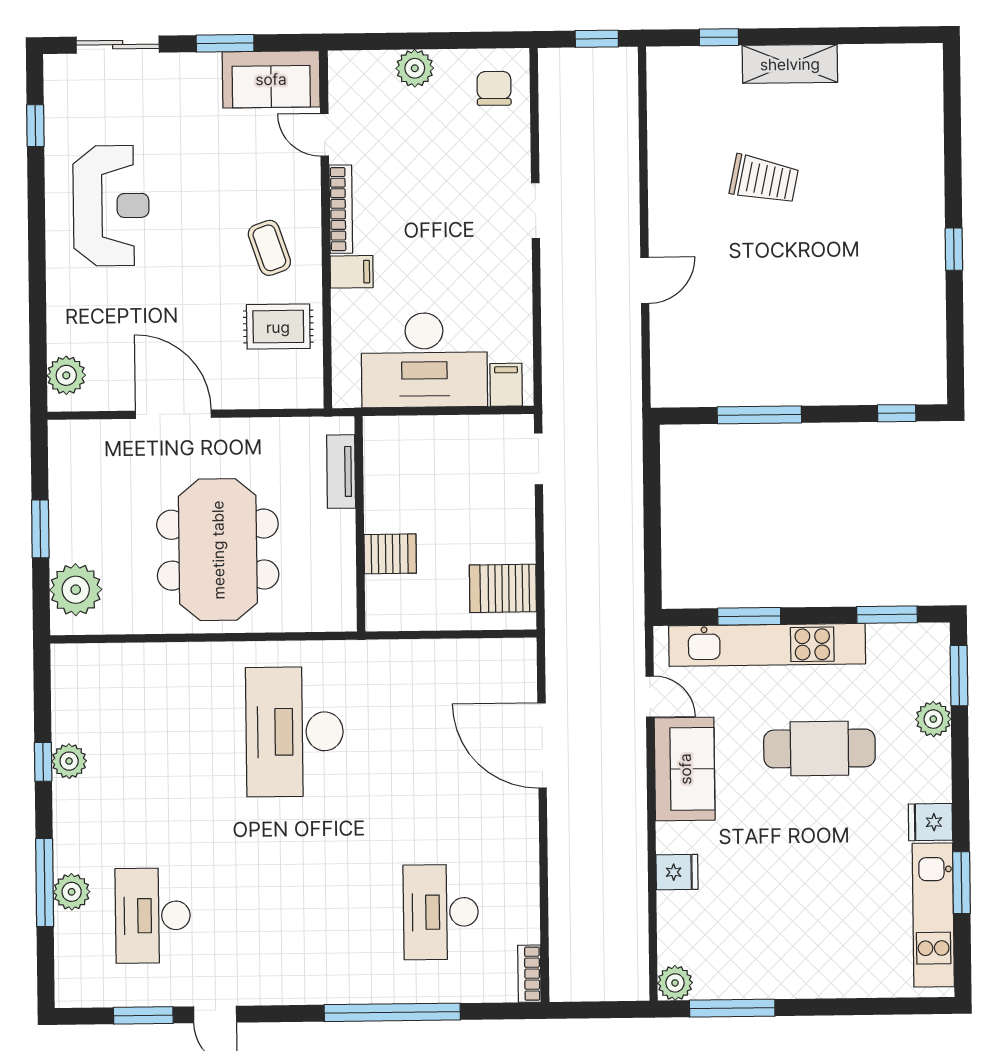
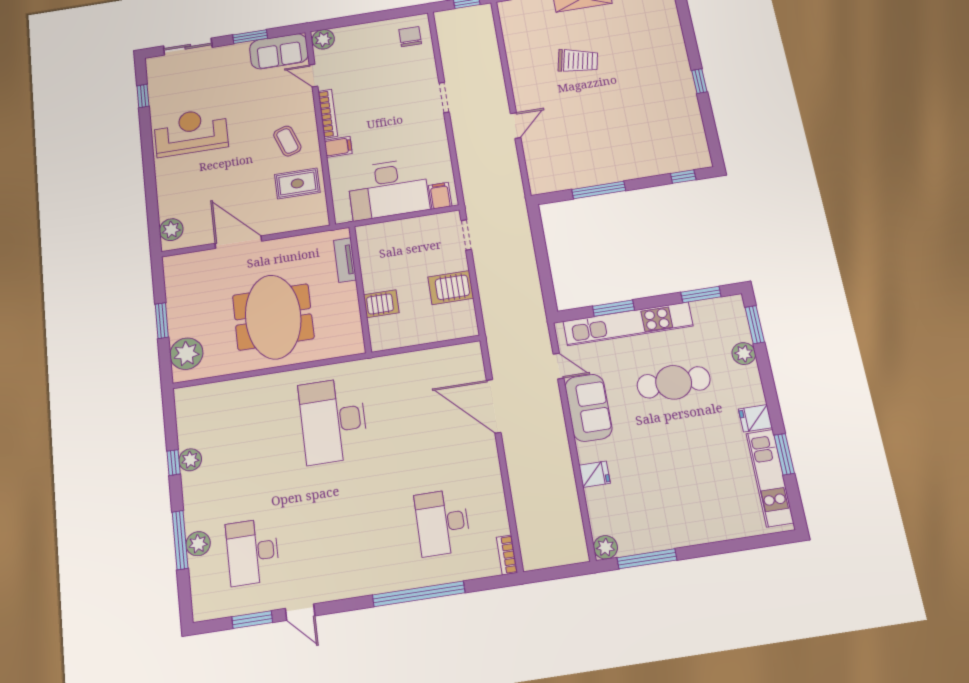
plant: (415, 68) -> (323, 39), moved
reception desk: (111, 206) -> (191, 132), turned -90
server rack: (503, 588) -> (451, 288), moved

